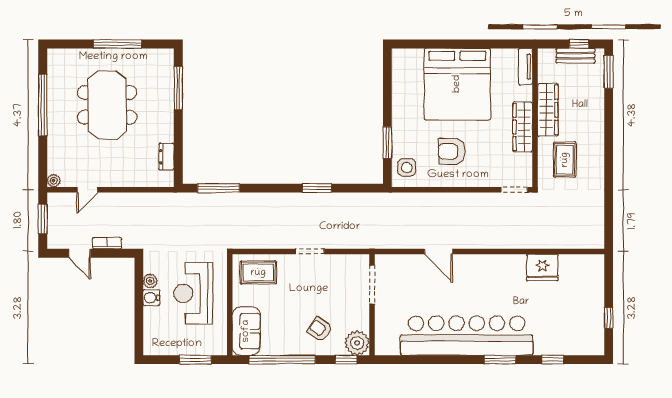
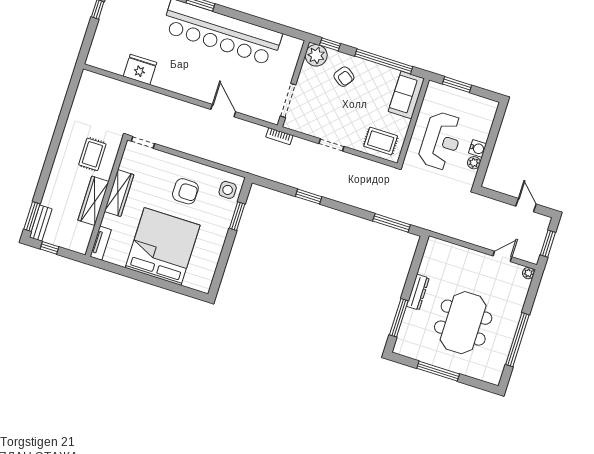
bench: (576, 56) -> (41, 223), moved, turned 90
dresser: (166, 157) -> (418, 292), moved, width x1.44
bookcase: (107, 243) -> (279, 136), moved

